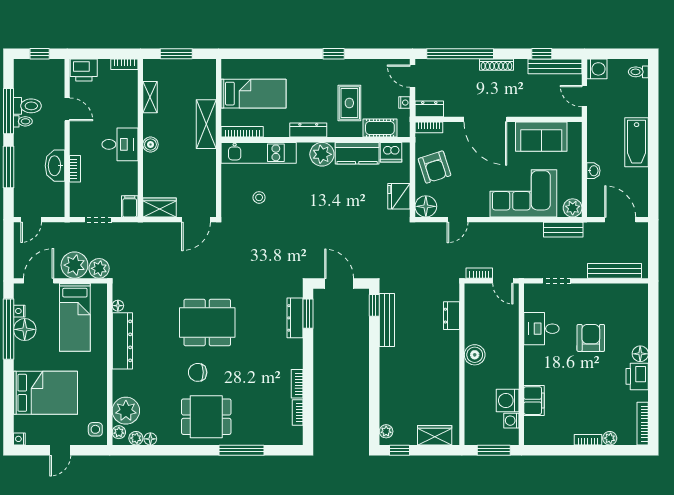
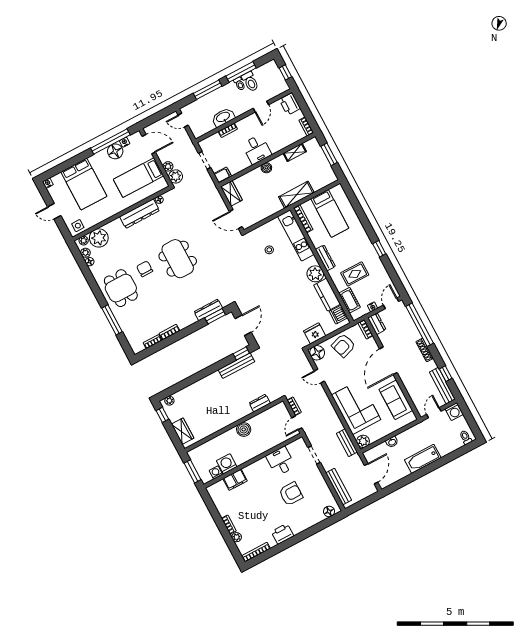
plant: (74, 265) -> (168, 166), width x0.53, depth x0.53
floor lamp: (640, 354) -> (329, 511), moved

